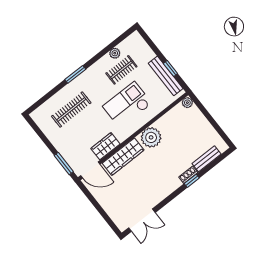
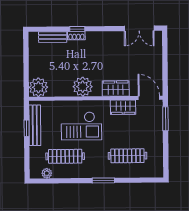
plant: (115, 53) -> (47, 173), moved
clothes rail: (121, 70) -> (65, 156), width x1.36
plant: (187, 103) -> (38, 87), width x1.87, depth x1.87
wardrobe: (123, 157) -> (116, 88), width x0.67
double door: (142, 220) -> (139, 28), swing flipped

